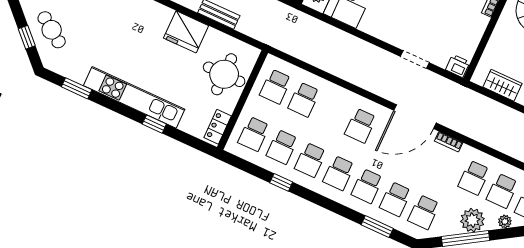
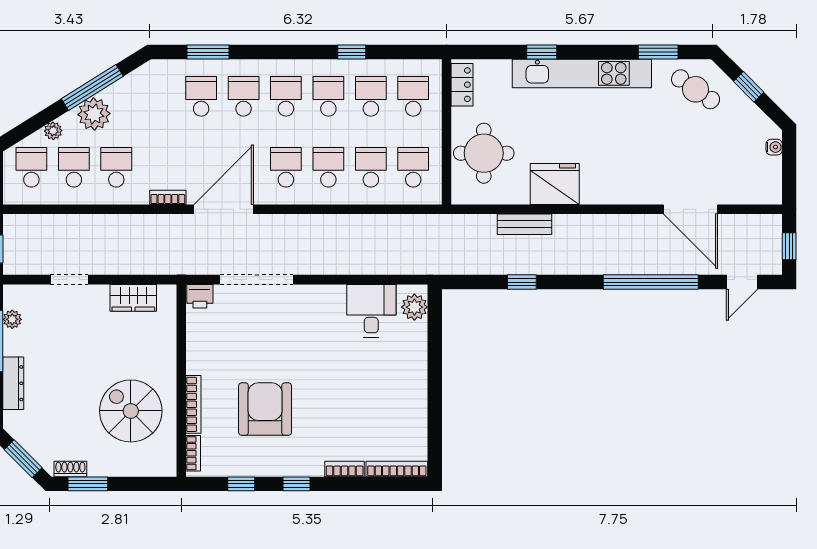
cafe table: (52, 30) -> (696, 89), moved
doorway: (415, 60) -> (257, 280), width x1.88
school desk: (424, 212) -> (328, 167), moved

